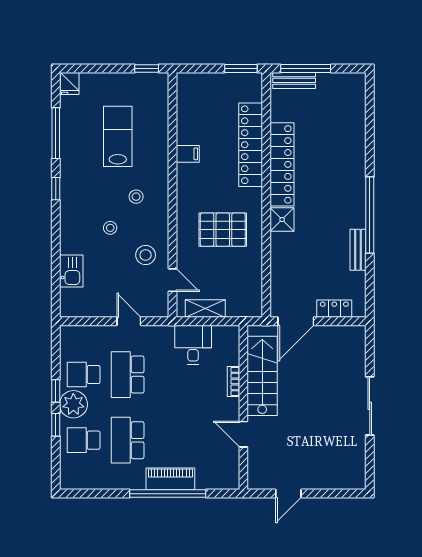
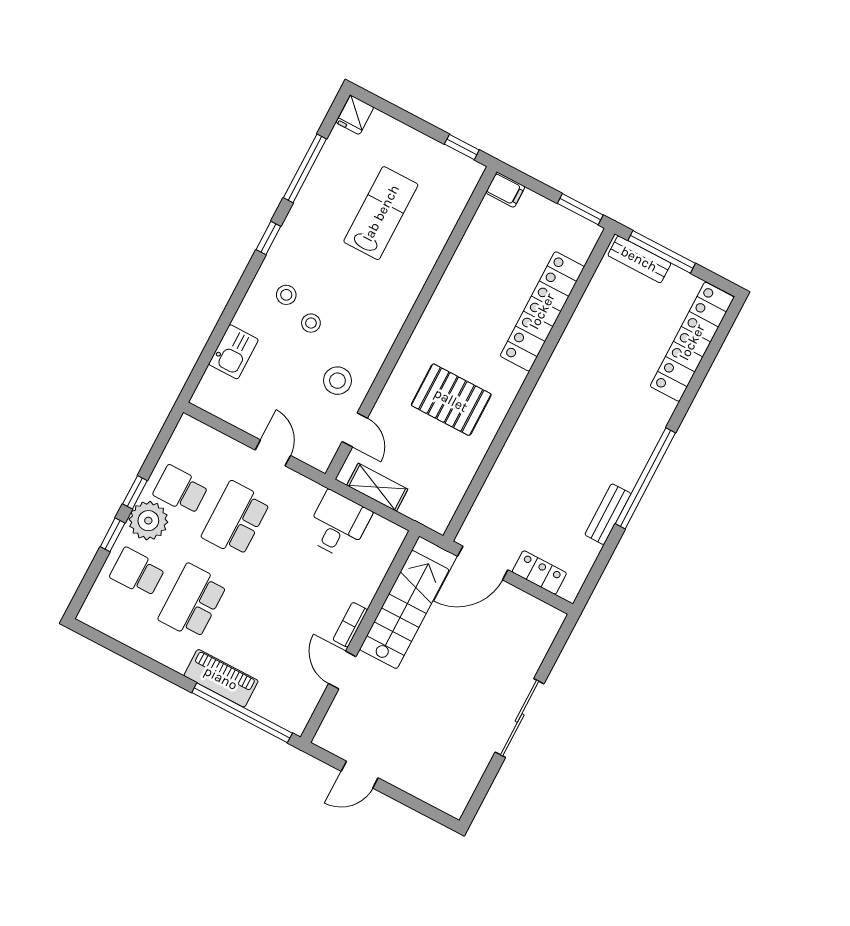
filing cabinet: (188, 154) -> (505, 190), moved
locker: (282, 164) -> (692, 342), moved, turned 180
stool: (136, 197) -> (286, 295), moved
shower: (282, 220) -> (532, 426), removed
bookcase: (233, 382) -> (350, 625), moved
window: (168, 494) -> (242, 713), moved

